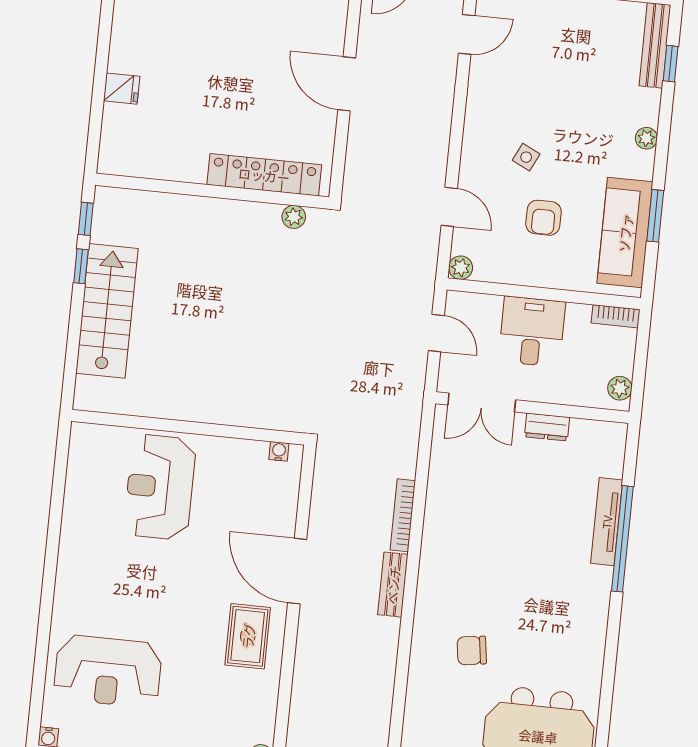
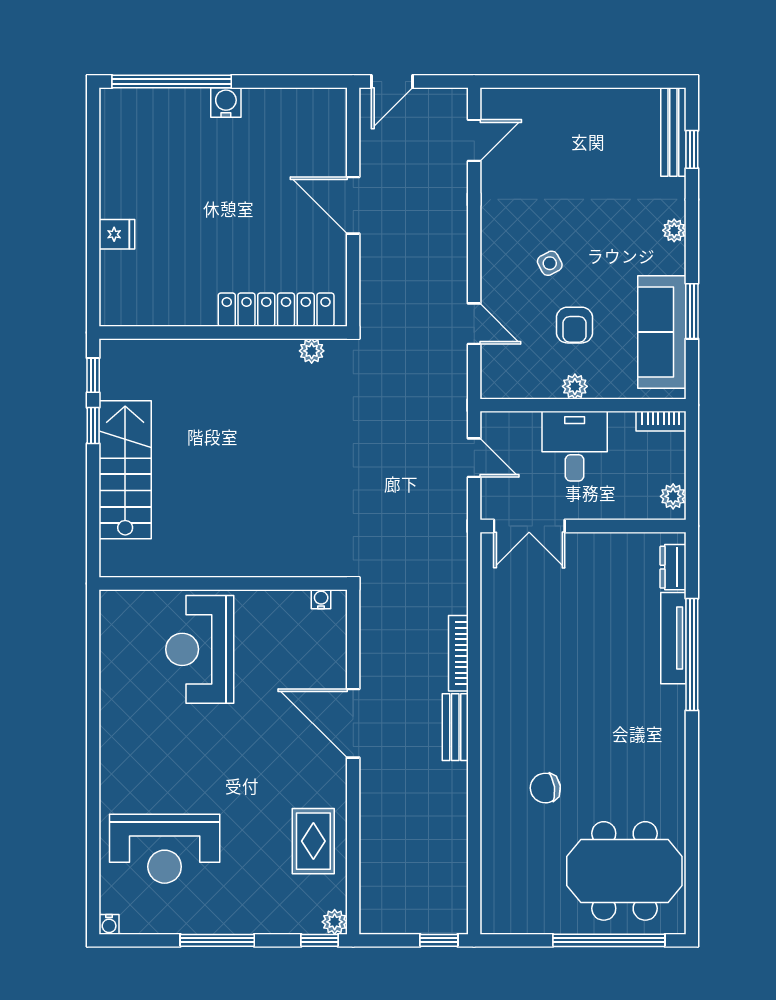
side table: (526, 157) -> (550, 263), turned 36
plant: (461, 268) -> (575, 386), moved
dresser: (547, 427) -> (673, 567), moved, turned 90
rug: (248, 636) -> (313, 841), moved

